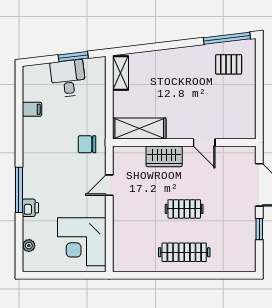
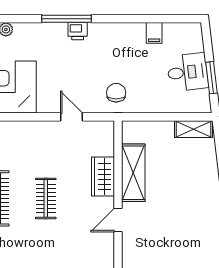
pallet: (229, 64) -> (203, 247), removed
shelving: (139, 128) -> (133, 173), moved
printer: (30, 208) -> (78, 31), moved

